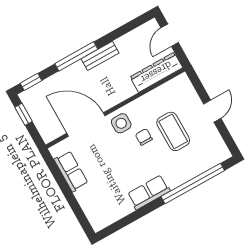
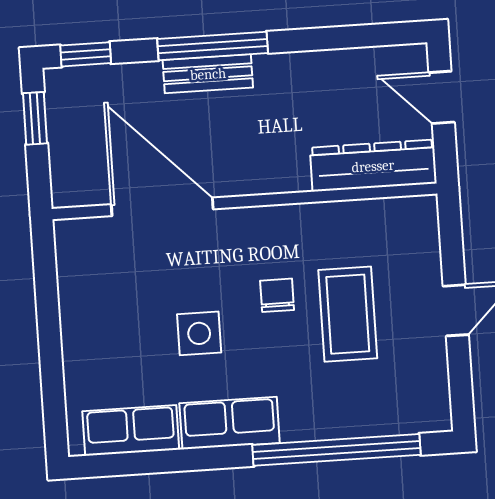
door: (170, 35) -> (442, 97), hinge flipped
bench: (100, 56) -> (208, 74), moved
side table: (121, 123) -> (199, 333), moved
row of seats: (71, 171) -> (131, 430), moved, turned -90

